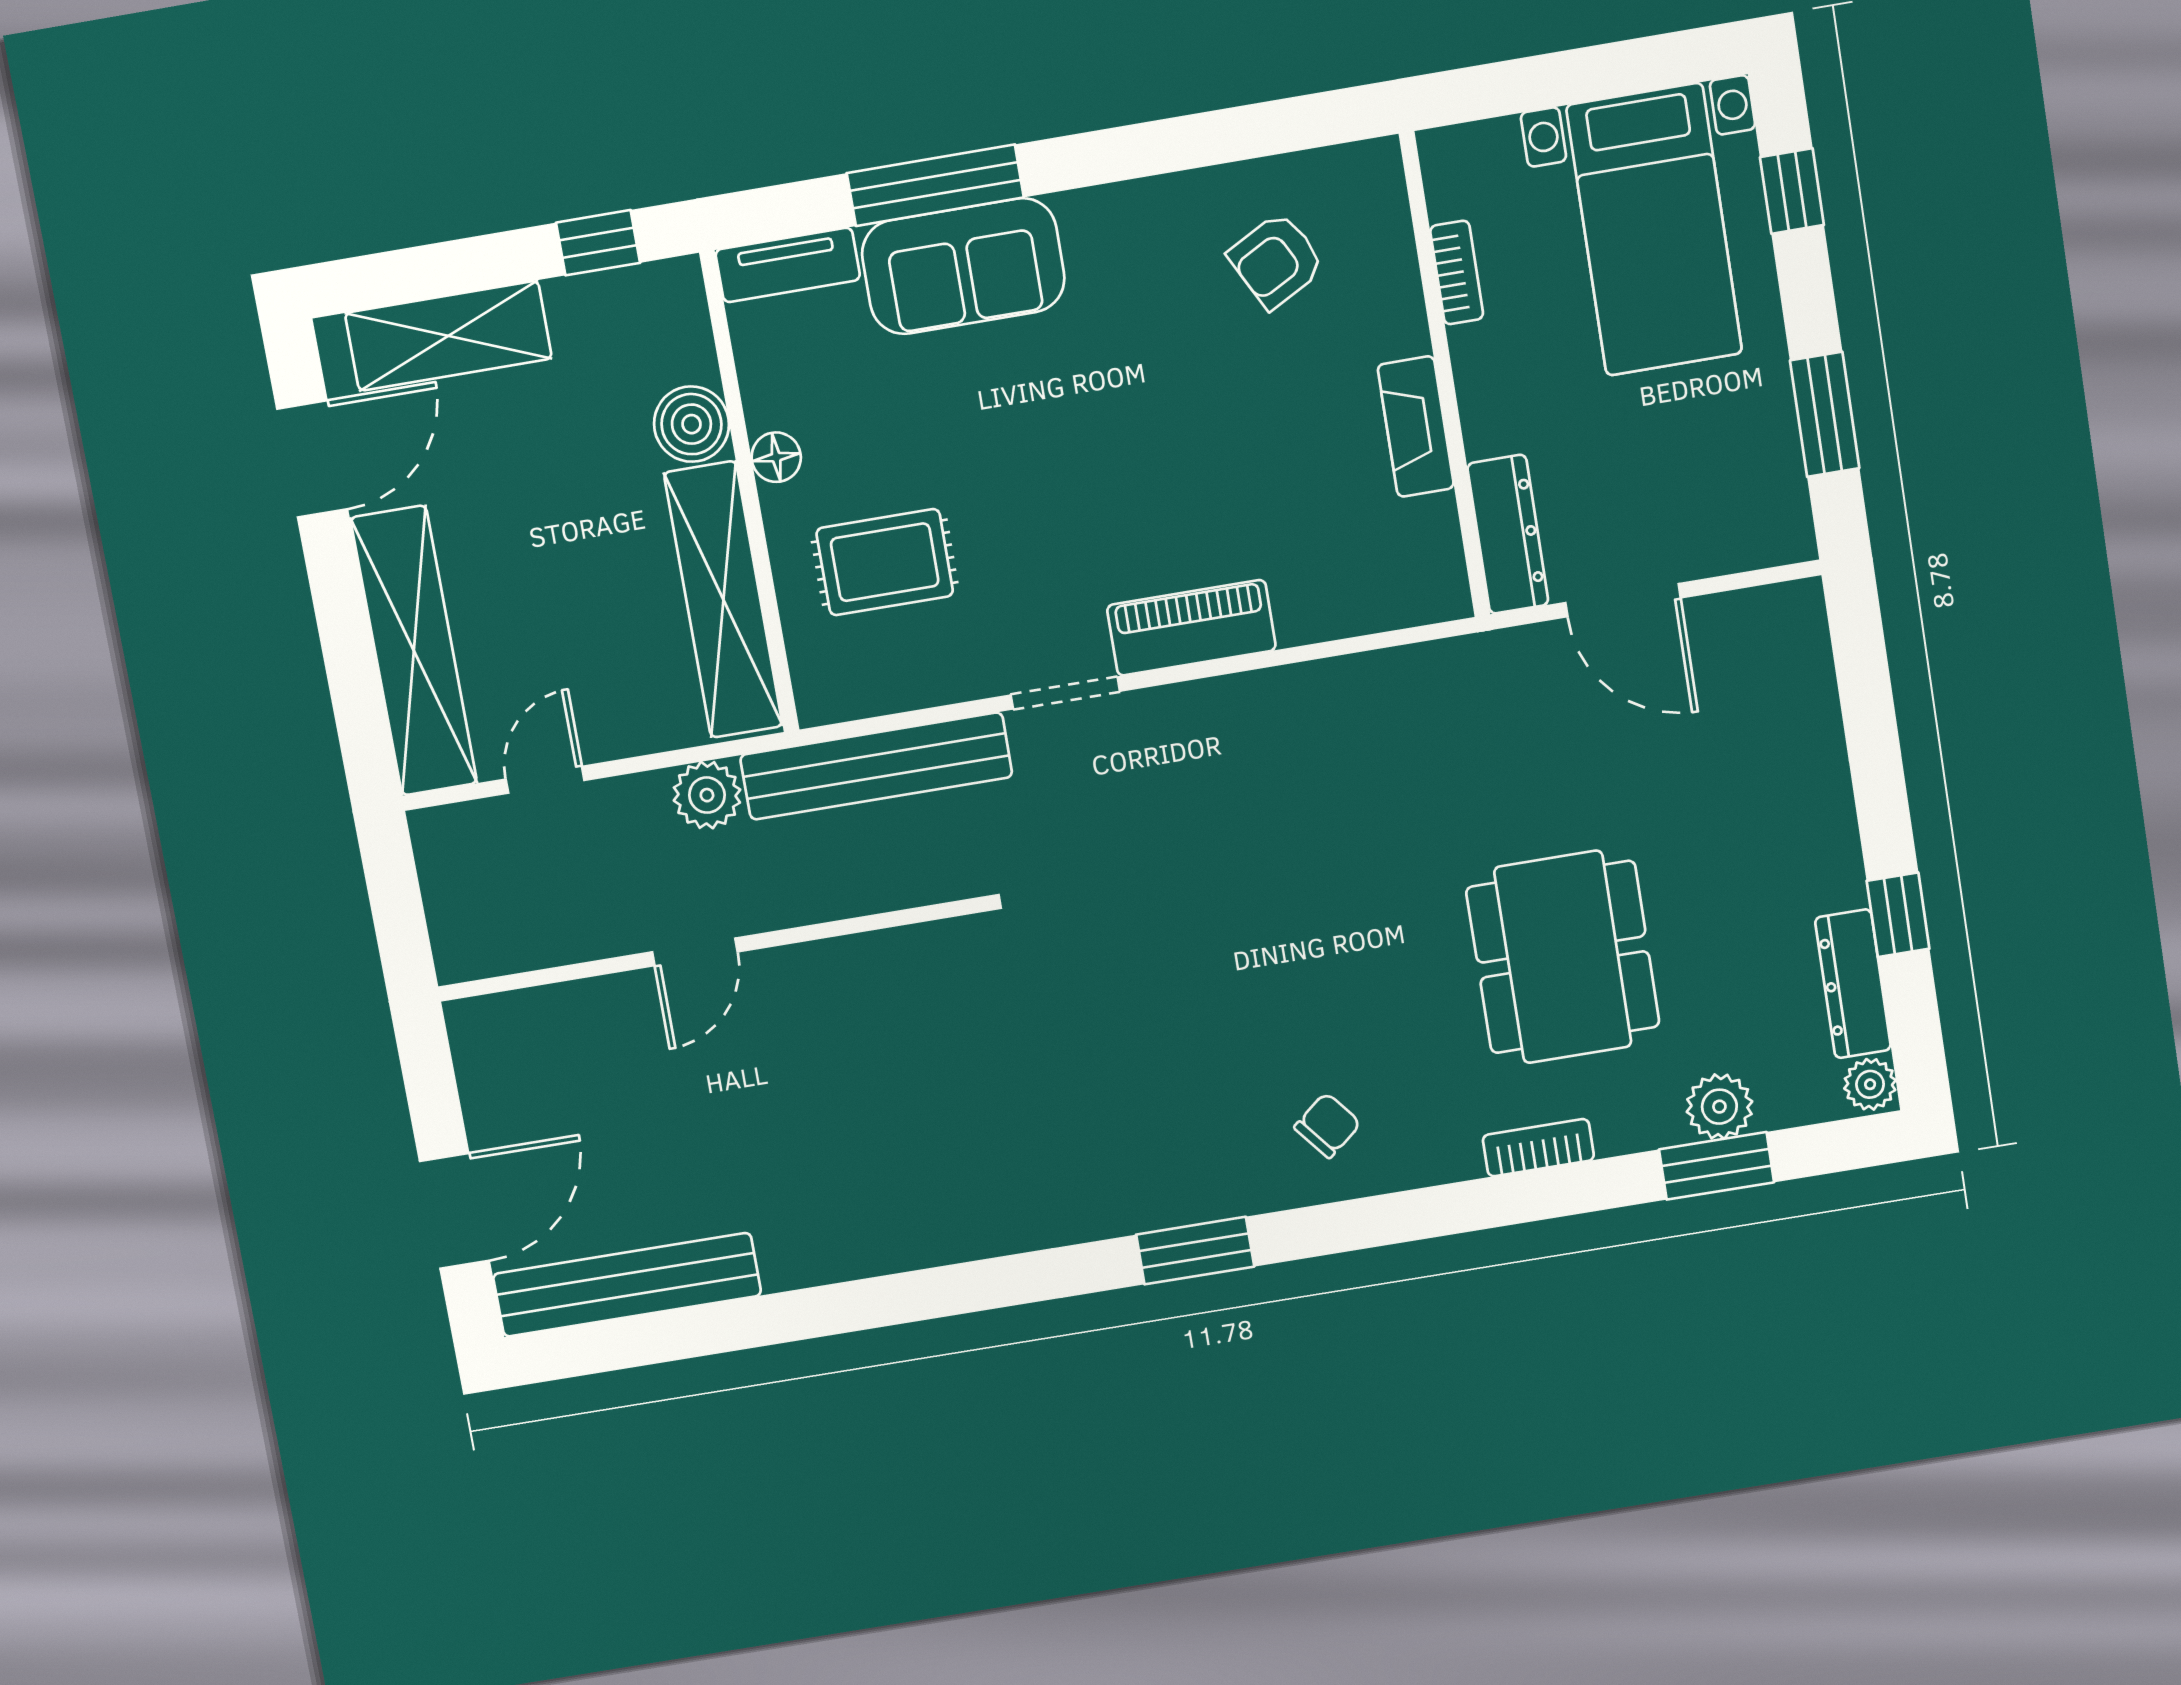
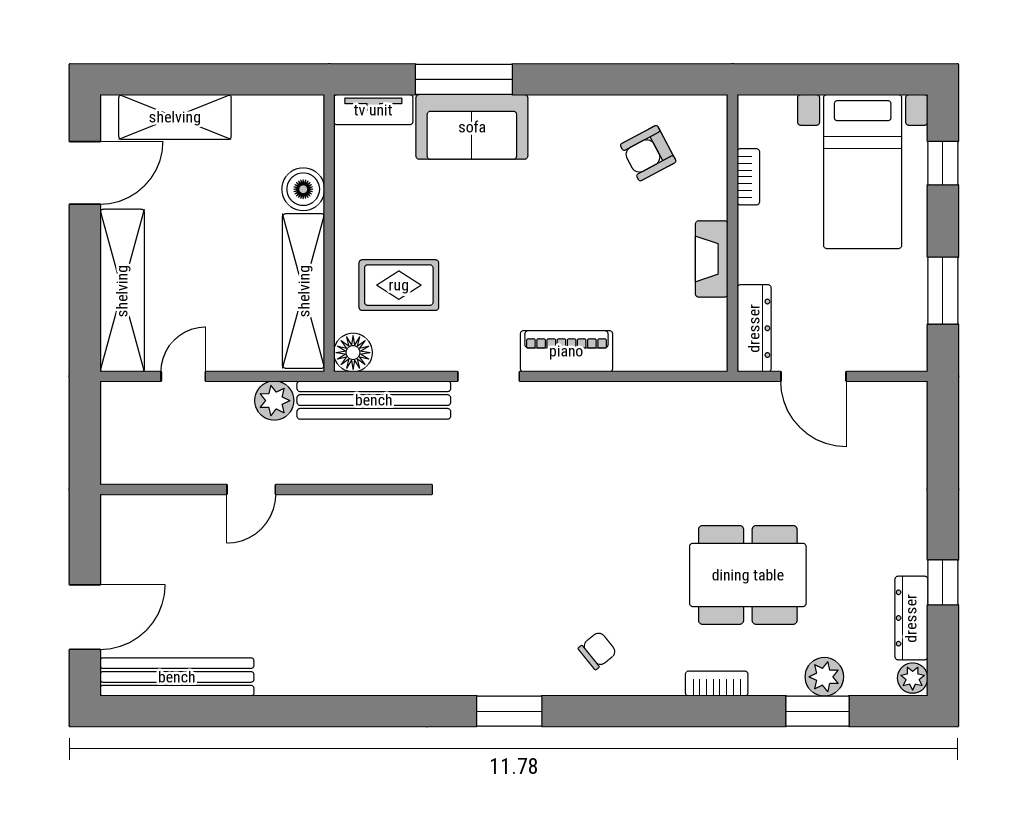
window: (598, 243) -> (269, 79), removed
floor lamp: (776, 457) -> (353, 353), moved, width x1.37, depth x1.37
dining table: (1563, 957) -> (748, 575), turned 90

